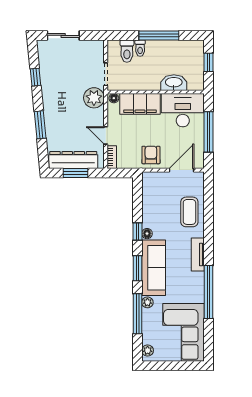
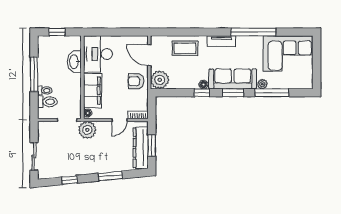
window: (208, 132) -> (116, 32), removed
plant: (148, 350) -> (160, 80), moved, width x1.88, depth x1.88

